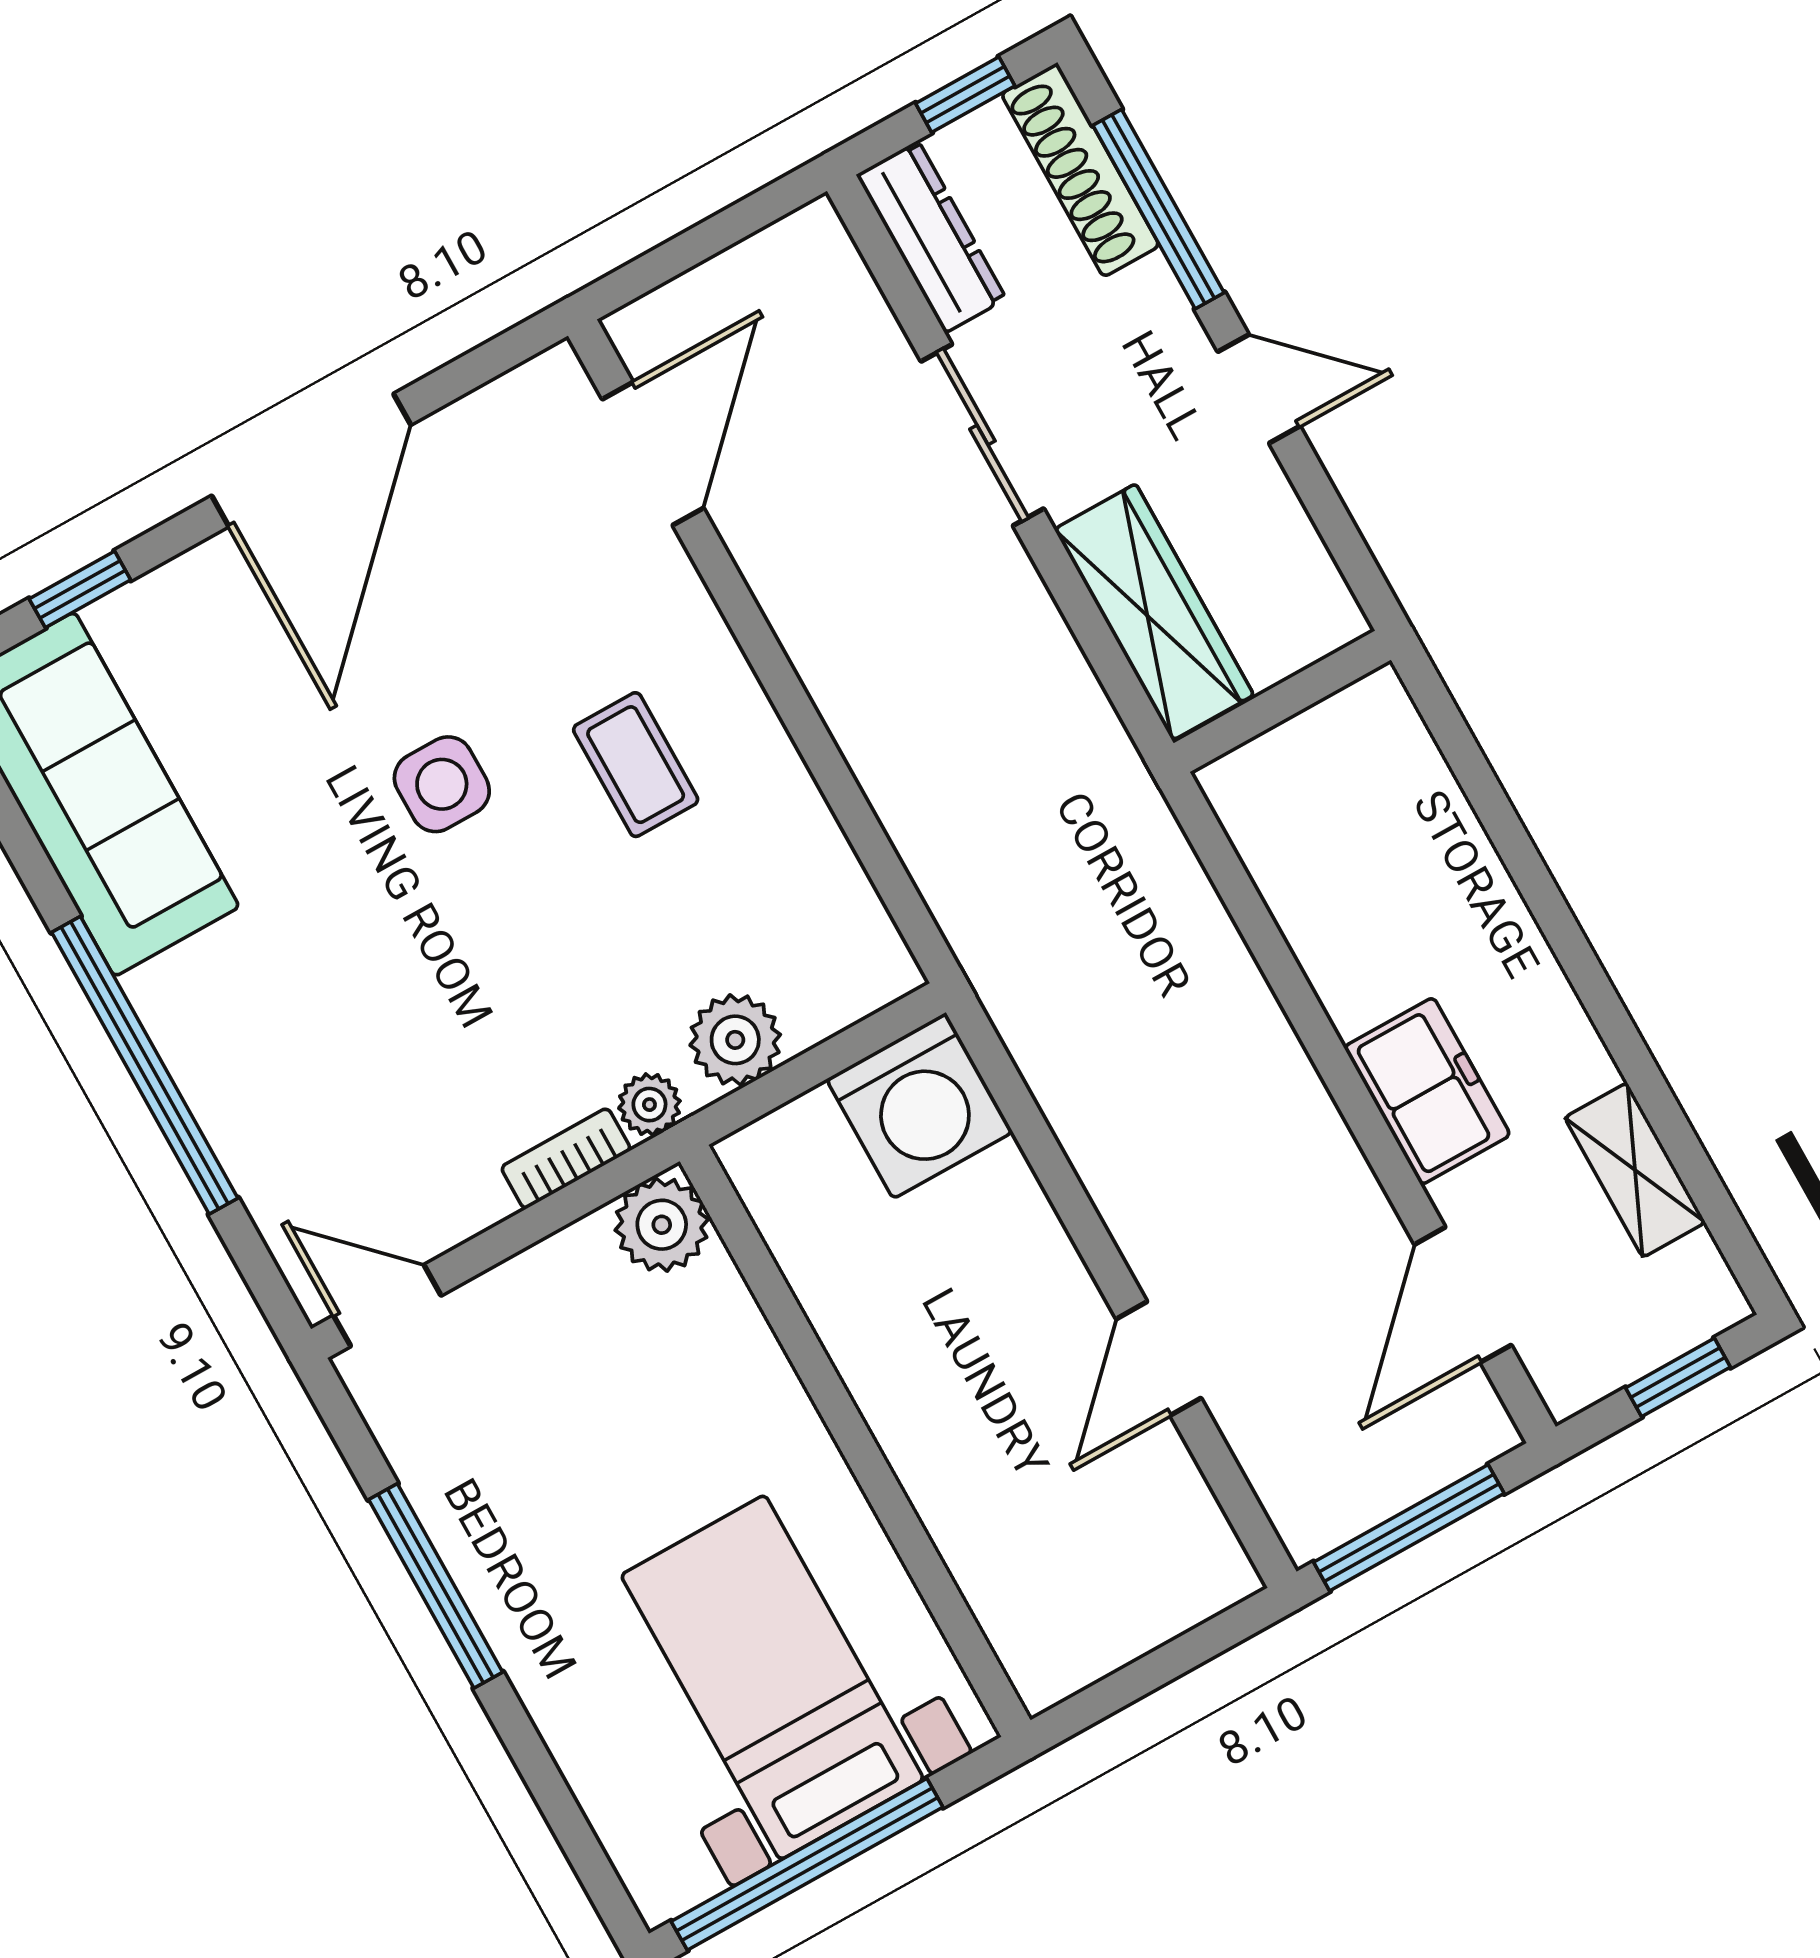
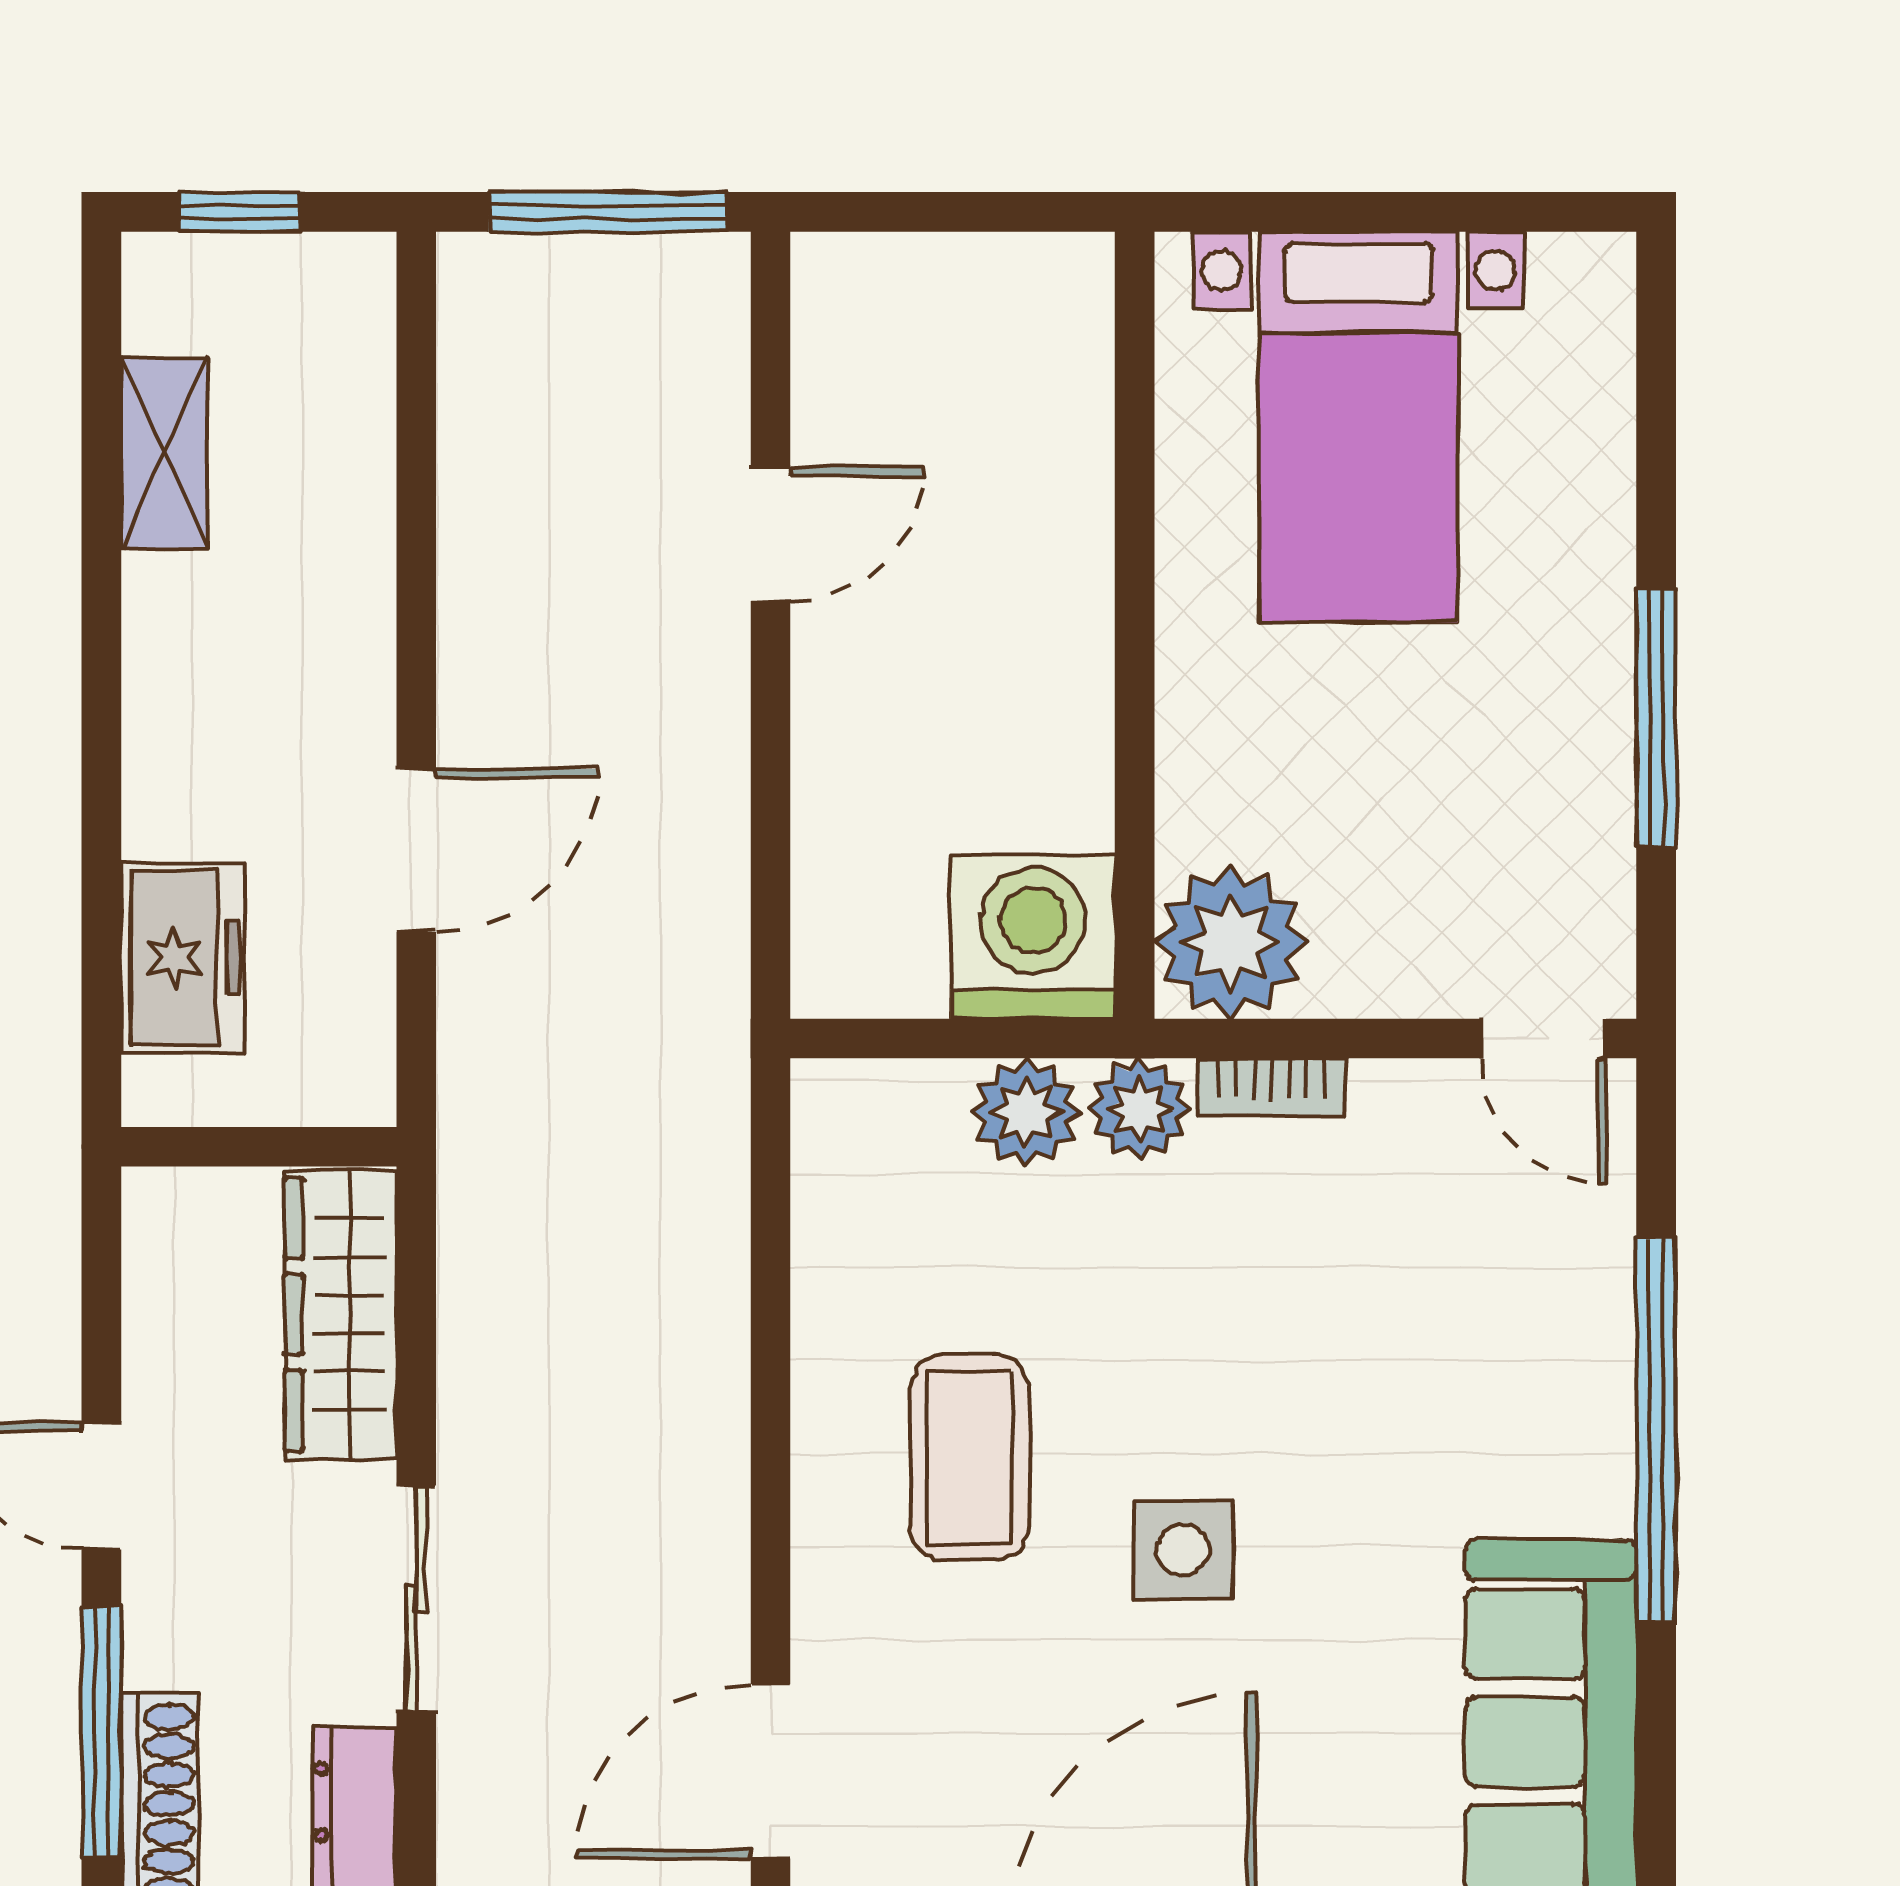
coffee table: (636, 765) -> (969, 1457), width x1.36, depth x1.30
freezer: (1427, 1091) -> (183, 958), moved, turned 180
plant: (649, 1105) -> (1139, 1109), width x1.38, depth x1.38
washing machine: (920, 1106) -> (1033, 937), moved
plant: (662, 1225) -> (1231, 942), width x1.36, depth x1.36
door: (1463, 1295) -> (416, 851), moved
window: (807, 1864) -> (1431, 212), removed

